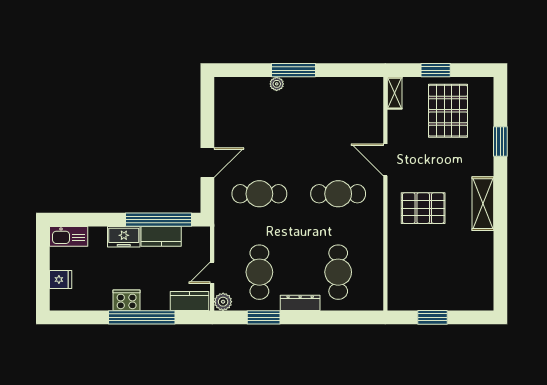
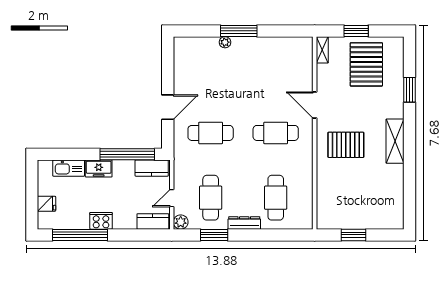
kitchen sink: (69, 236) -> (69, 168), moved
kitchen counter: (161, 236) -> (152, 168), moved
window: (142, 317) -> (80, 235), moved

